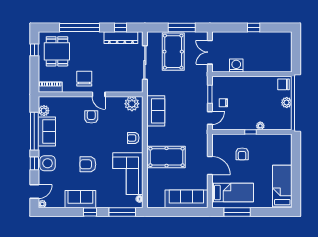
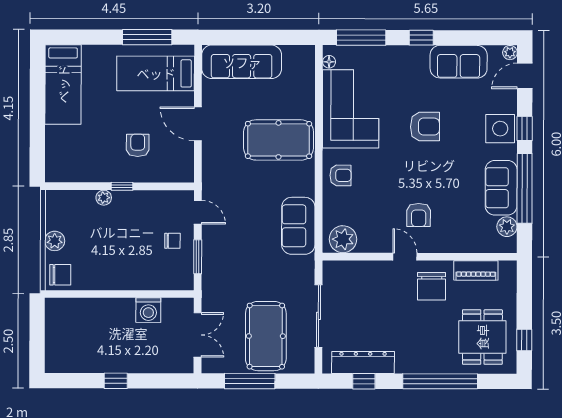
piano: (50, 87) -> (476, 270), moved
door: (210, 118) -> (198, 212), swing flipped
sofa: (80, 199) -> (459, 62), moved

